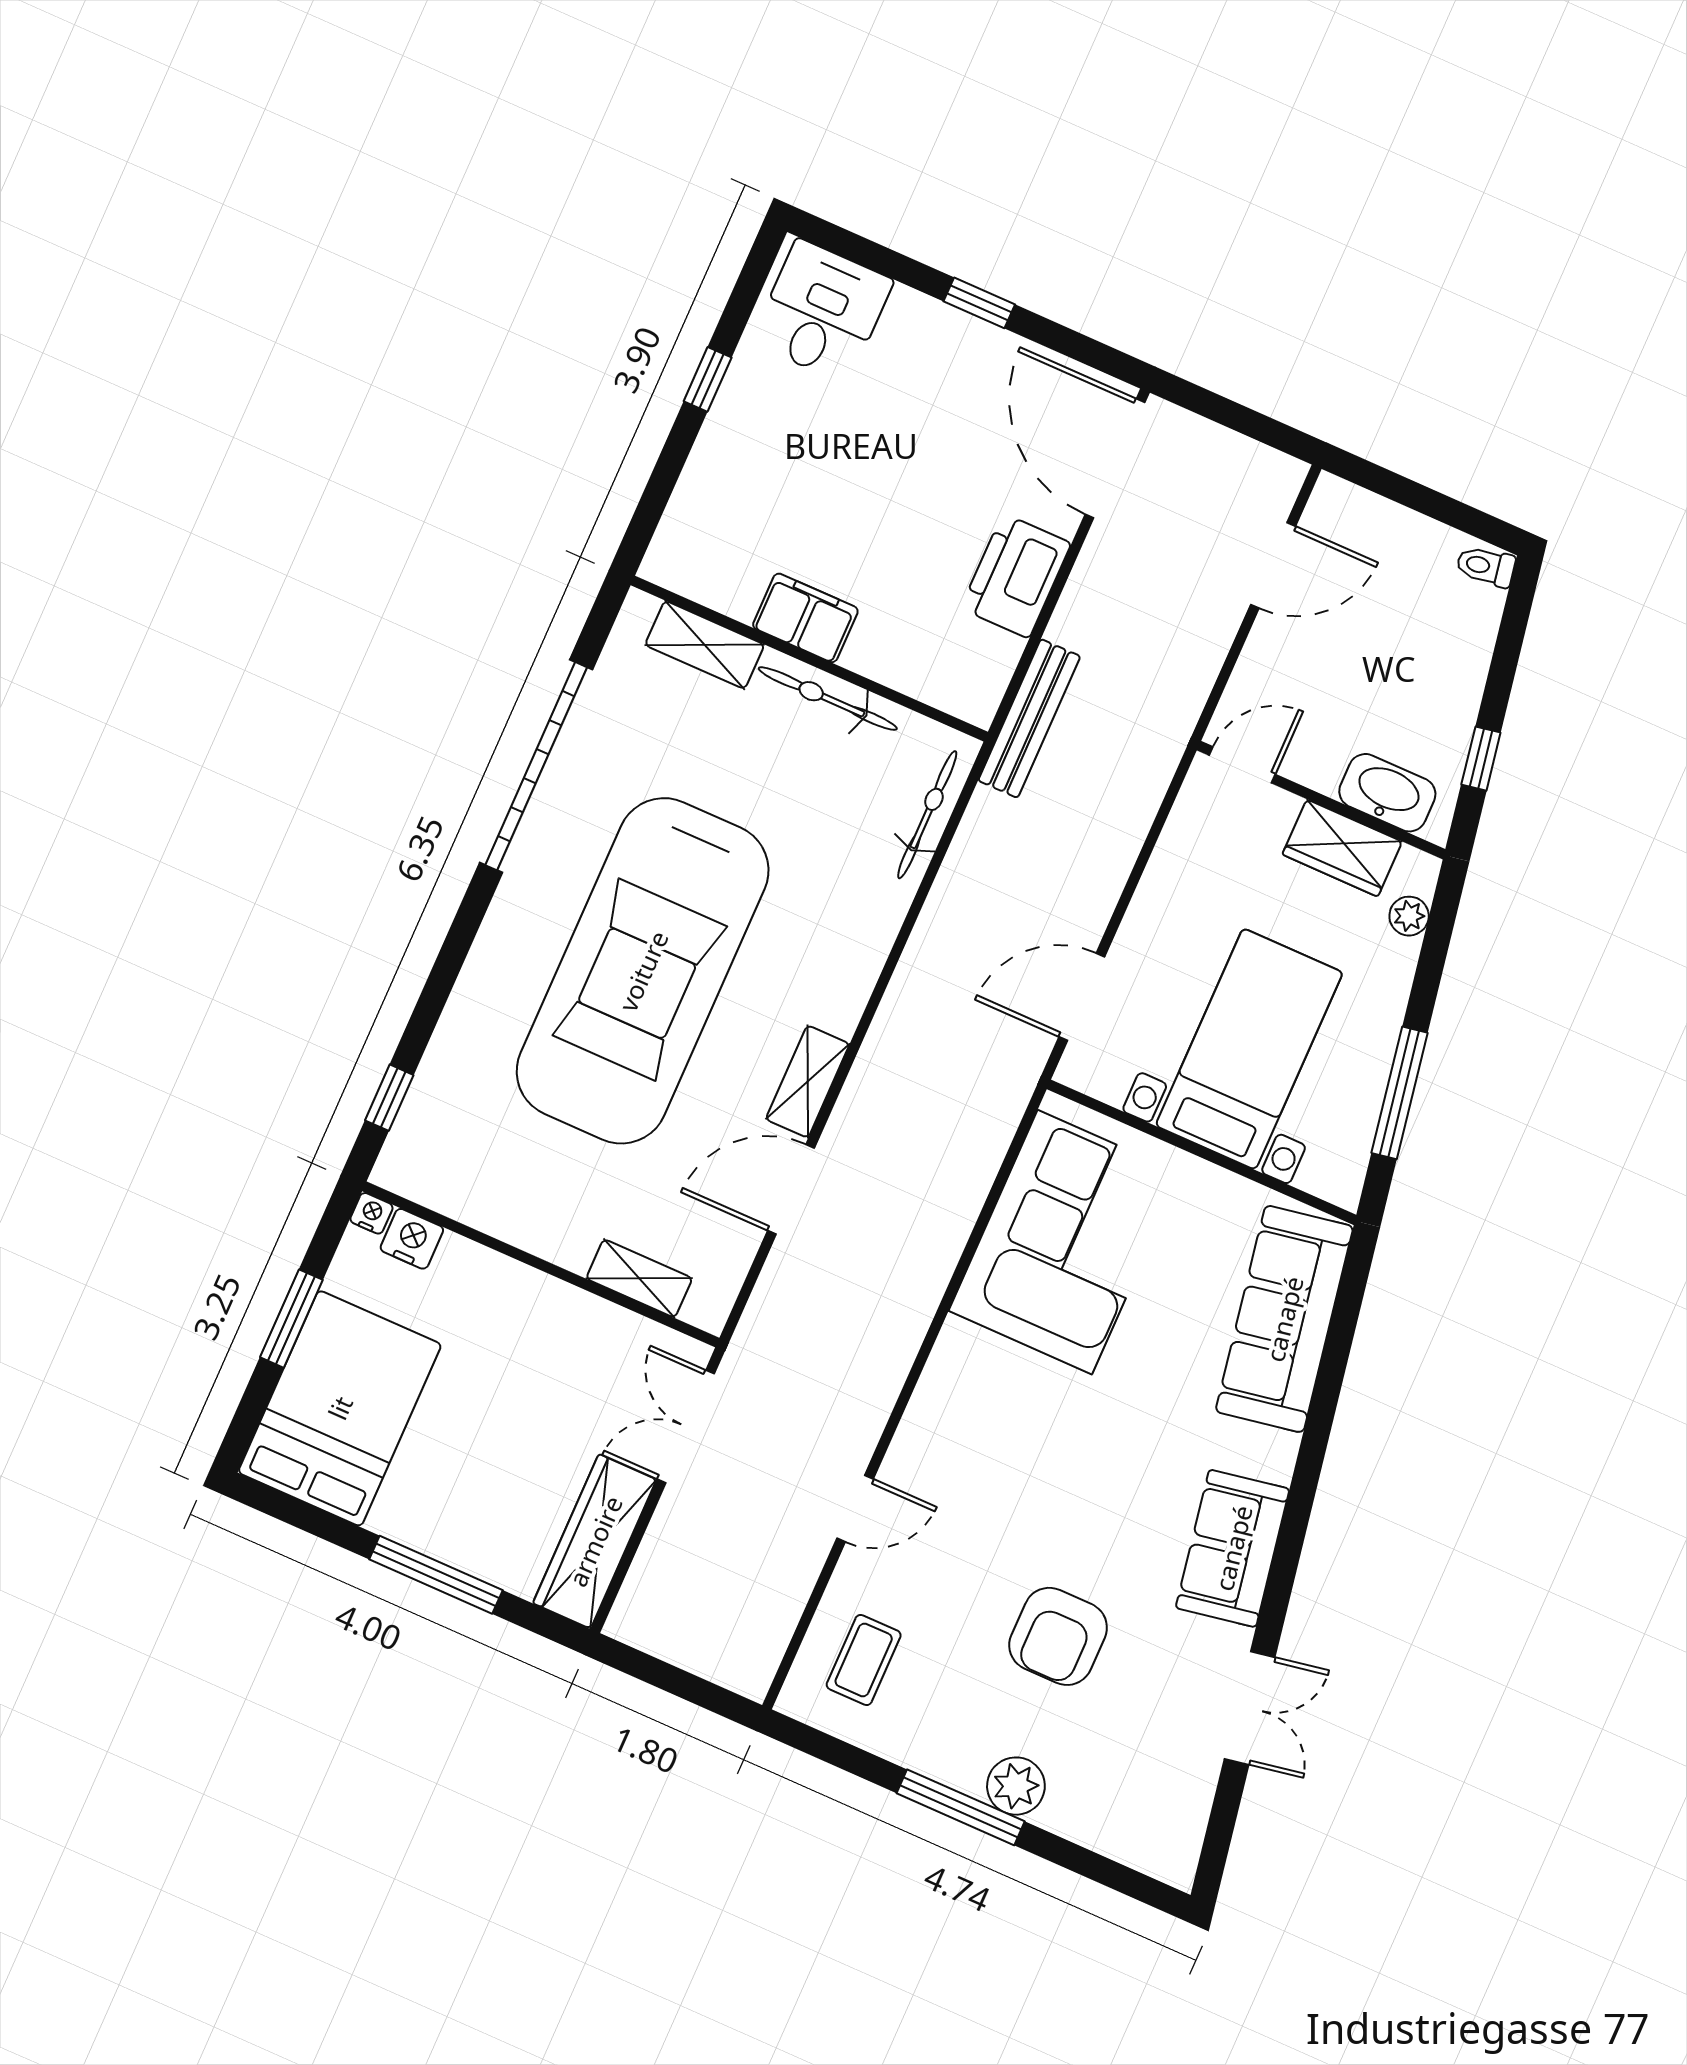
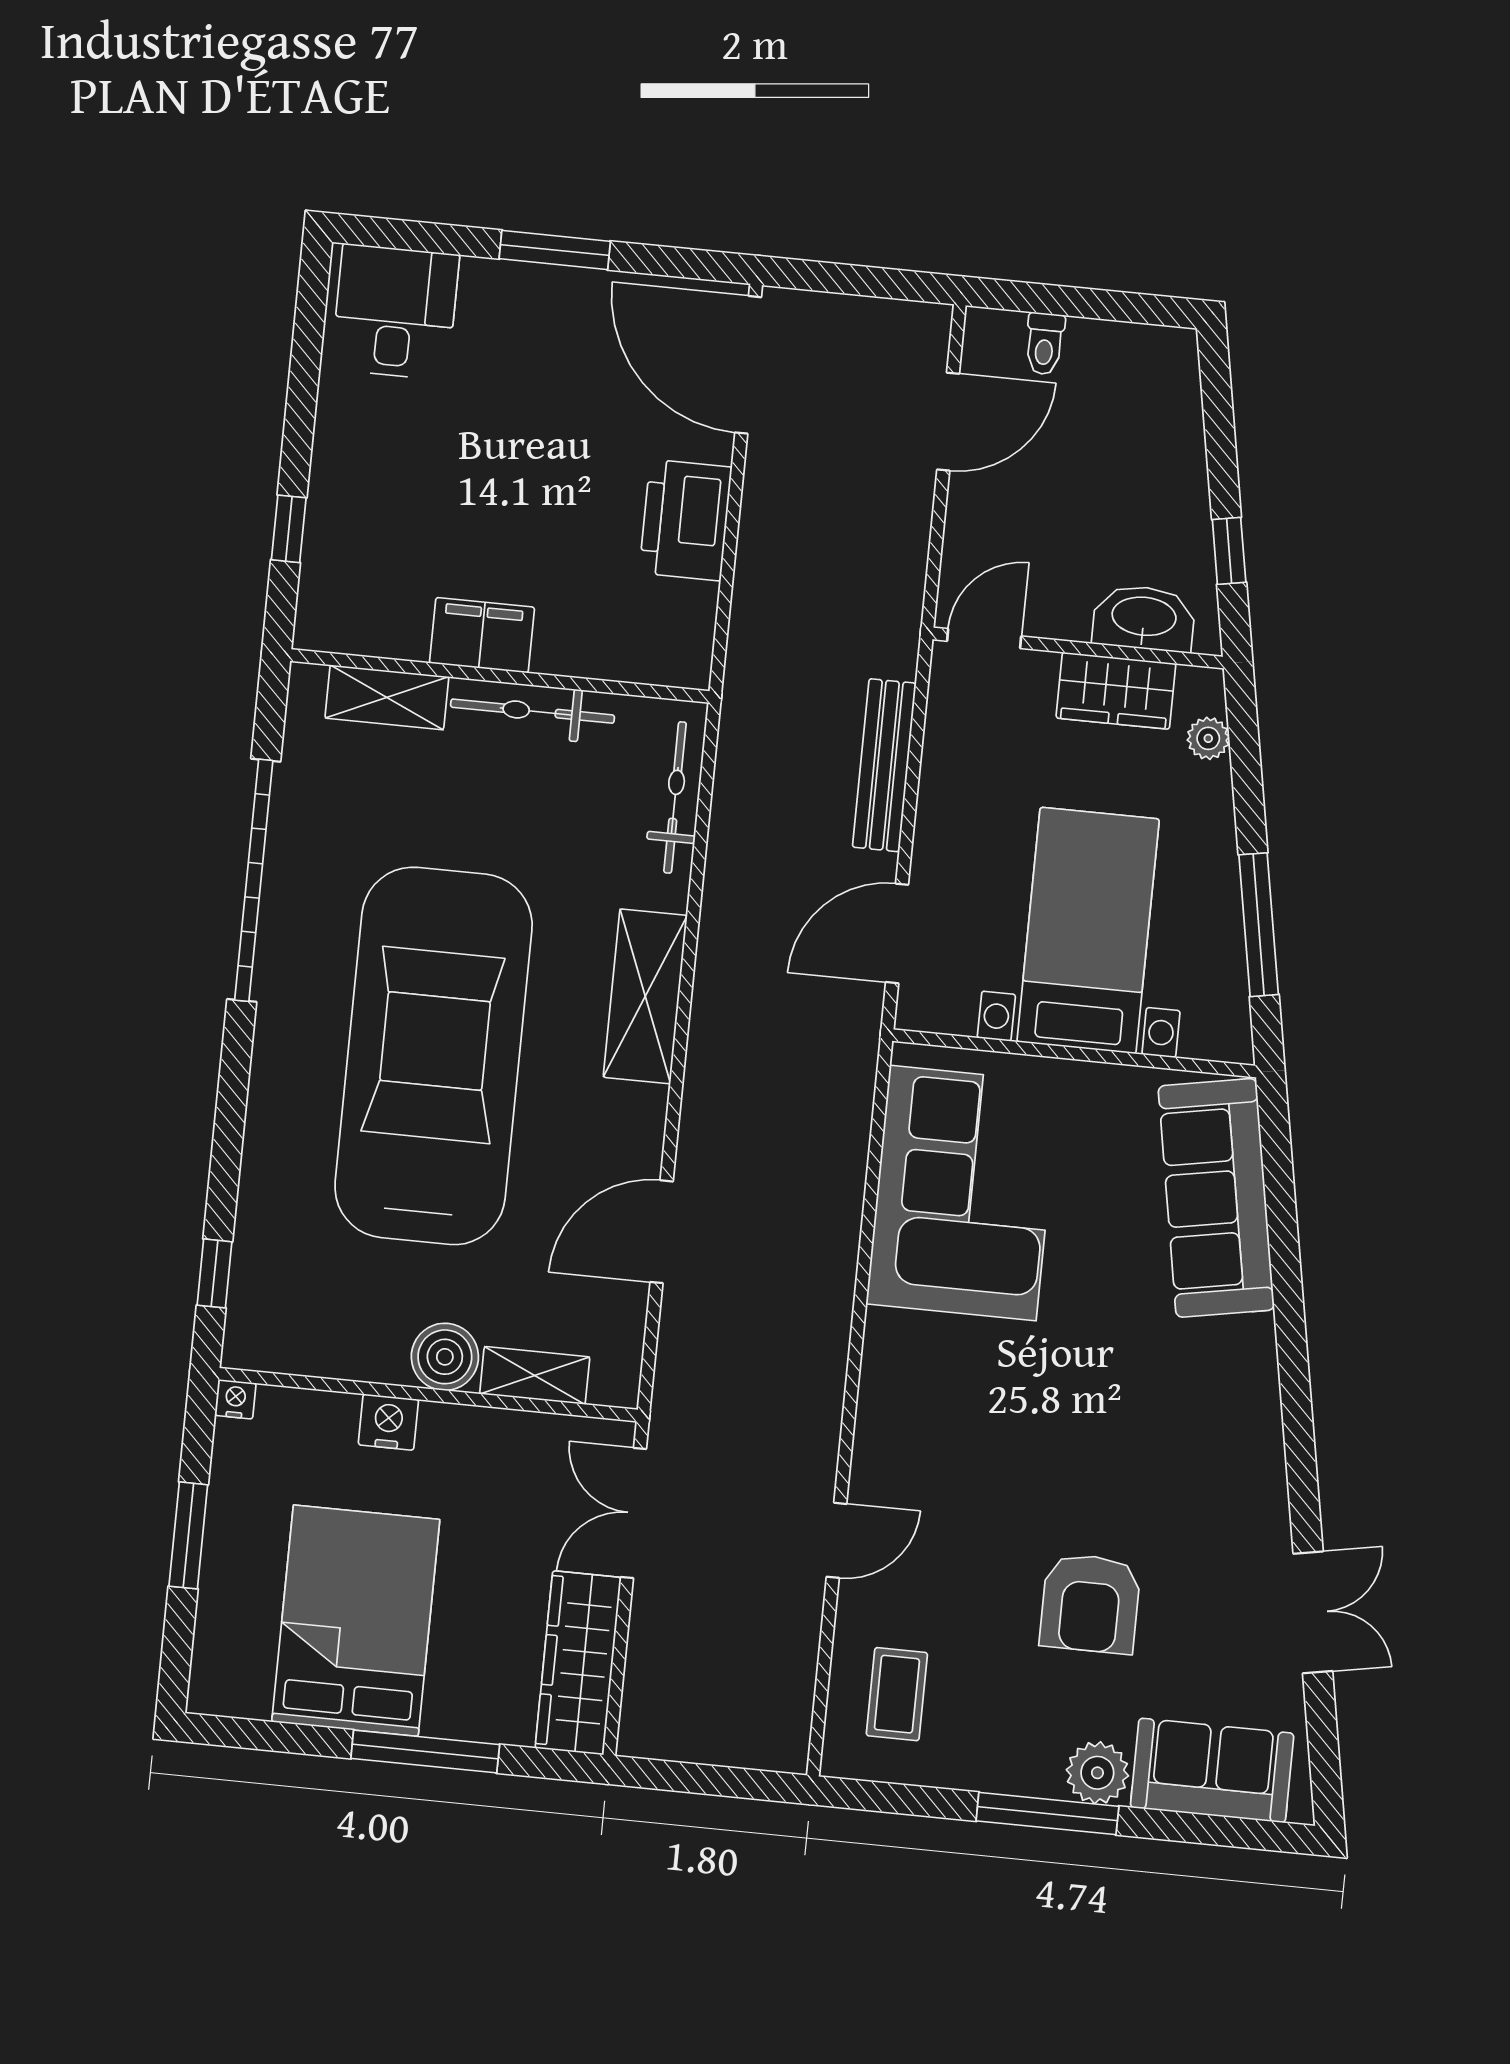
window: (979, 303) -> (555, 250), width x1.50
window: (708, 379) -> (289, 529), moved
toilet: (1486, 566) -> (1045, 344), moved, turned -80
bench: (1029, 718) -> (884, 765), moved
car: (643, 971) -> (434, 1056), turned 180
shelving: (808, 1082) -> (645, 996), moved, width x1.50, depth x1.33
boiler: (566, 1236) -> (445, 1357), added
nightstand: (412, 1239) -> (388, 1422), moved
bed: (340, 1408) -> (356, 1621), moved
sofa: (1233, 1548) -> (1212, 1770), moved, turned 100

